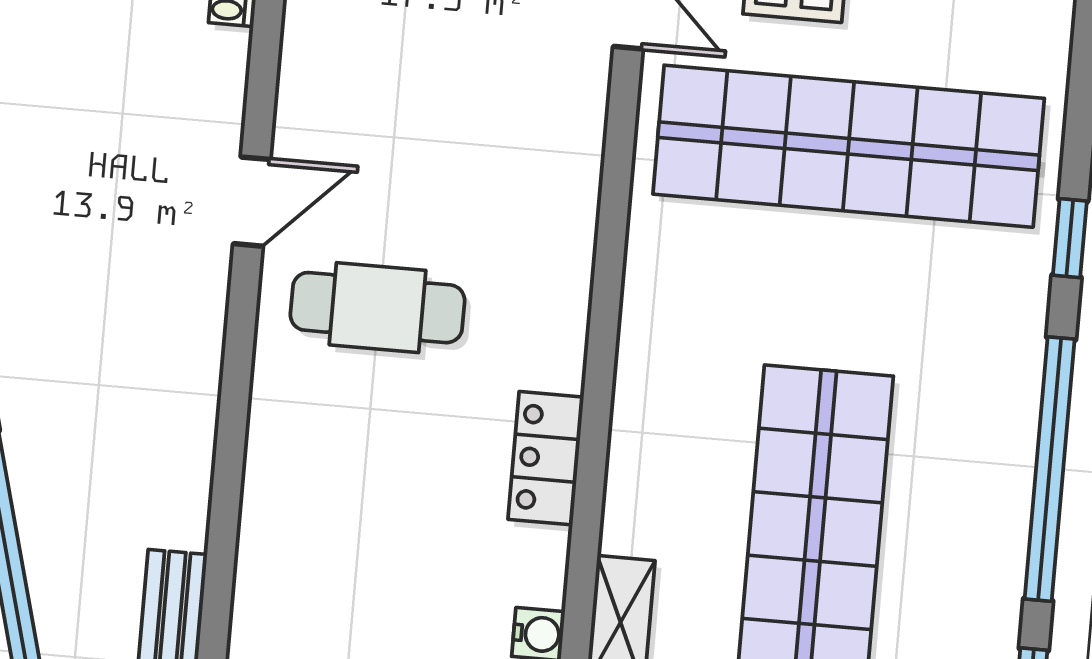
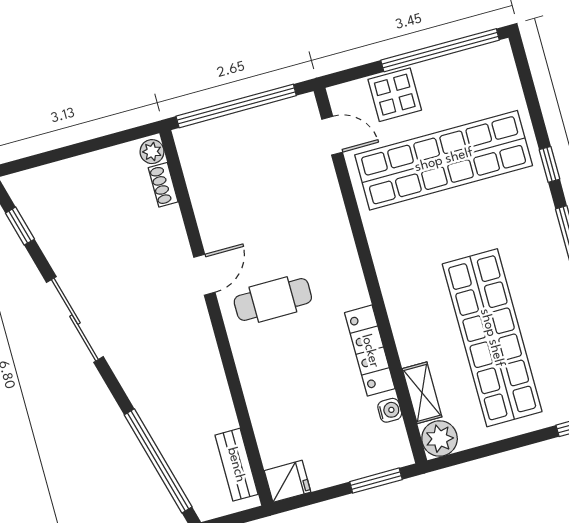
locker: (546, 458) -> (370, 351), width x1.53

